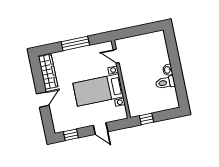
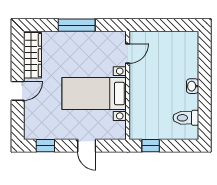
door: (116, 56) -> (128, 54), swing flipped
toilet: (165, 83) -> (186, 118), moved

